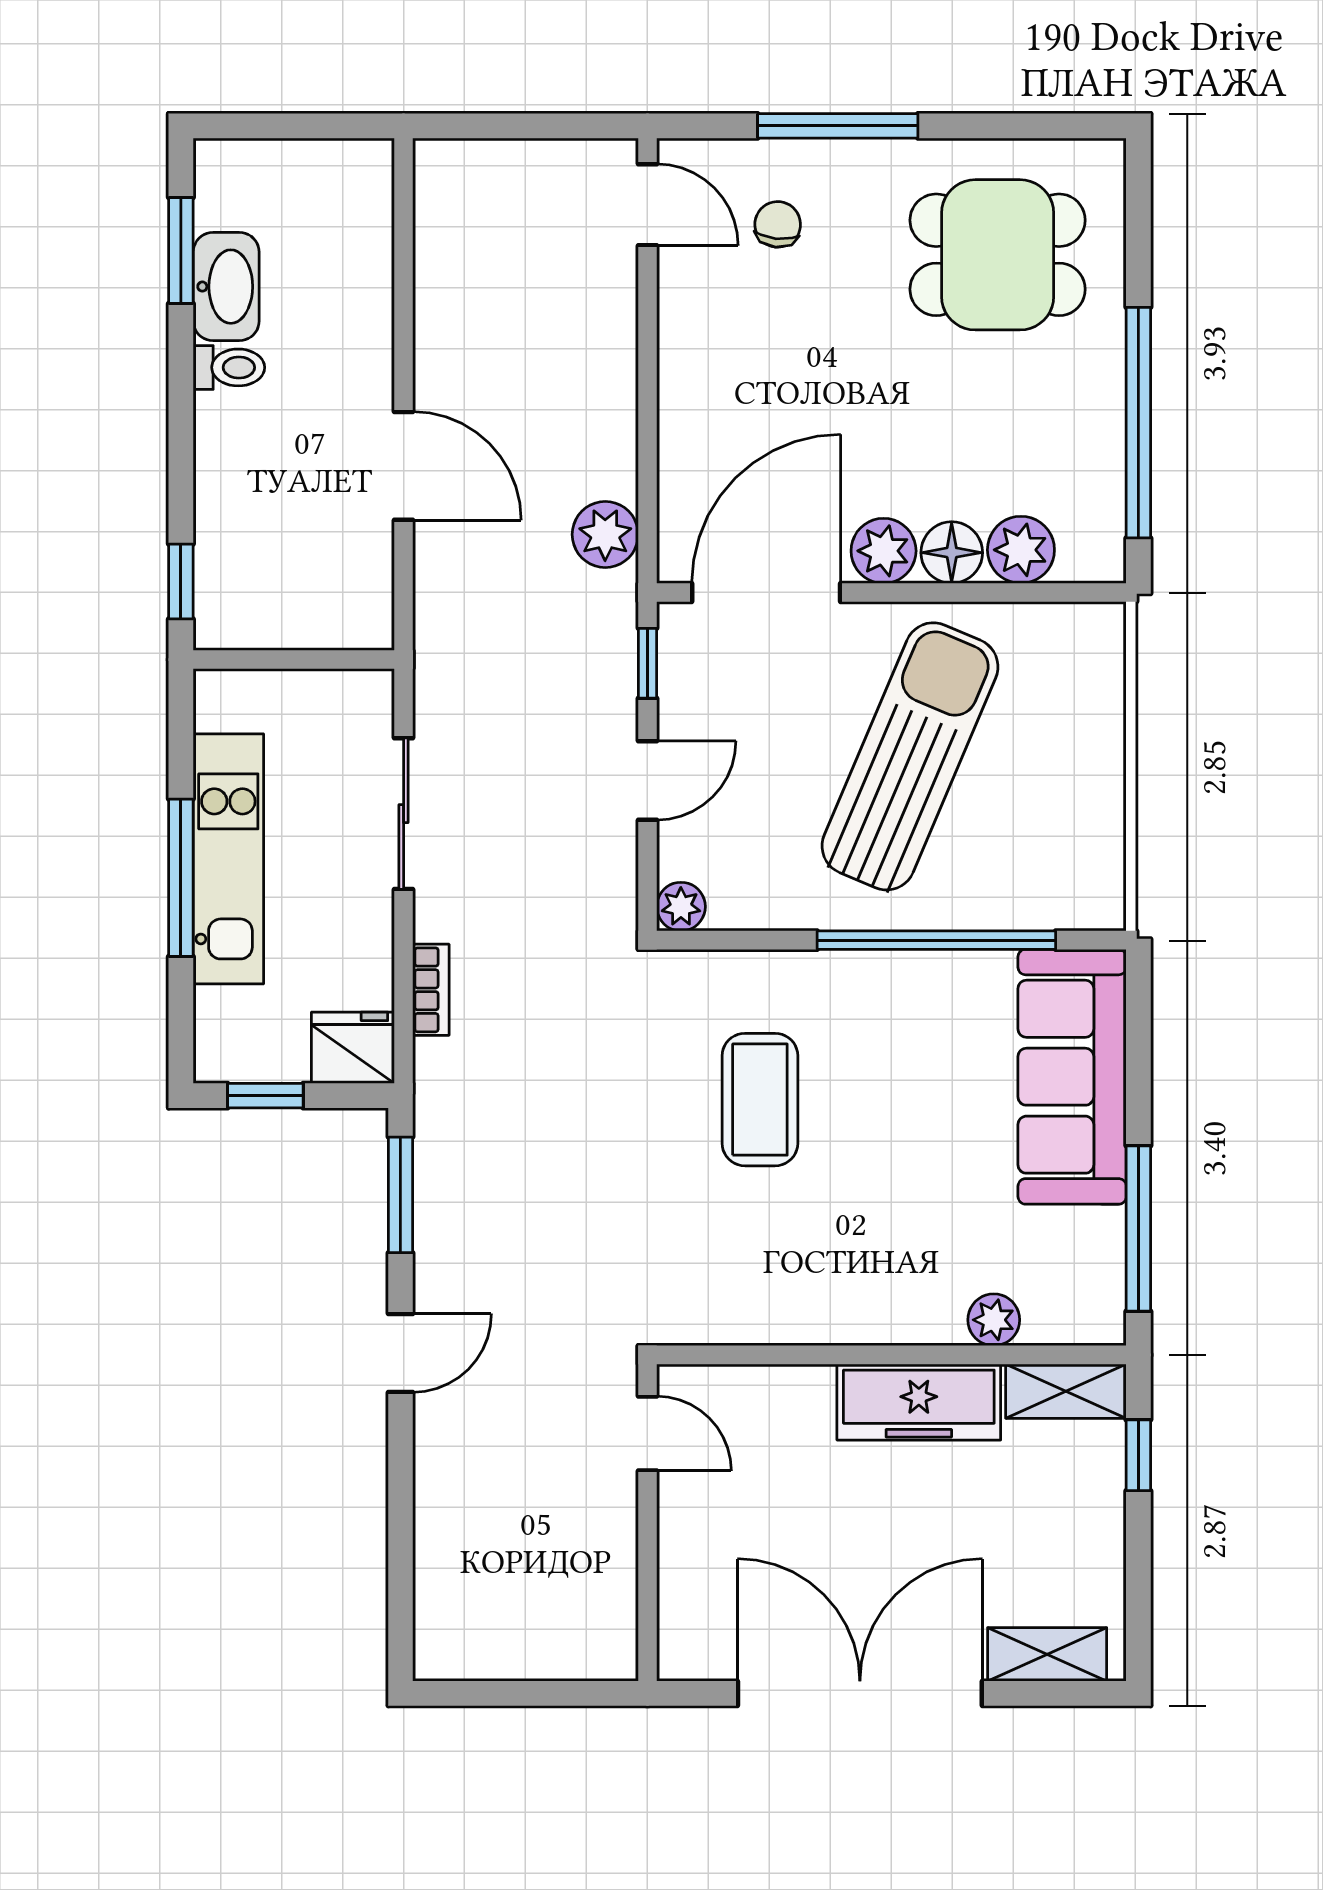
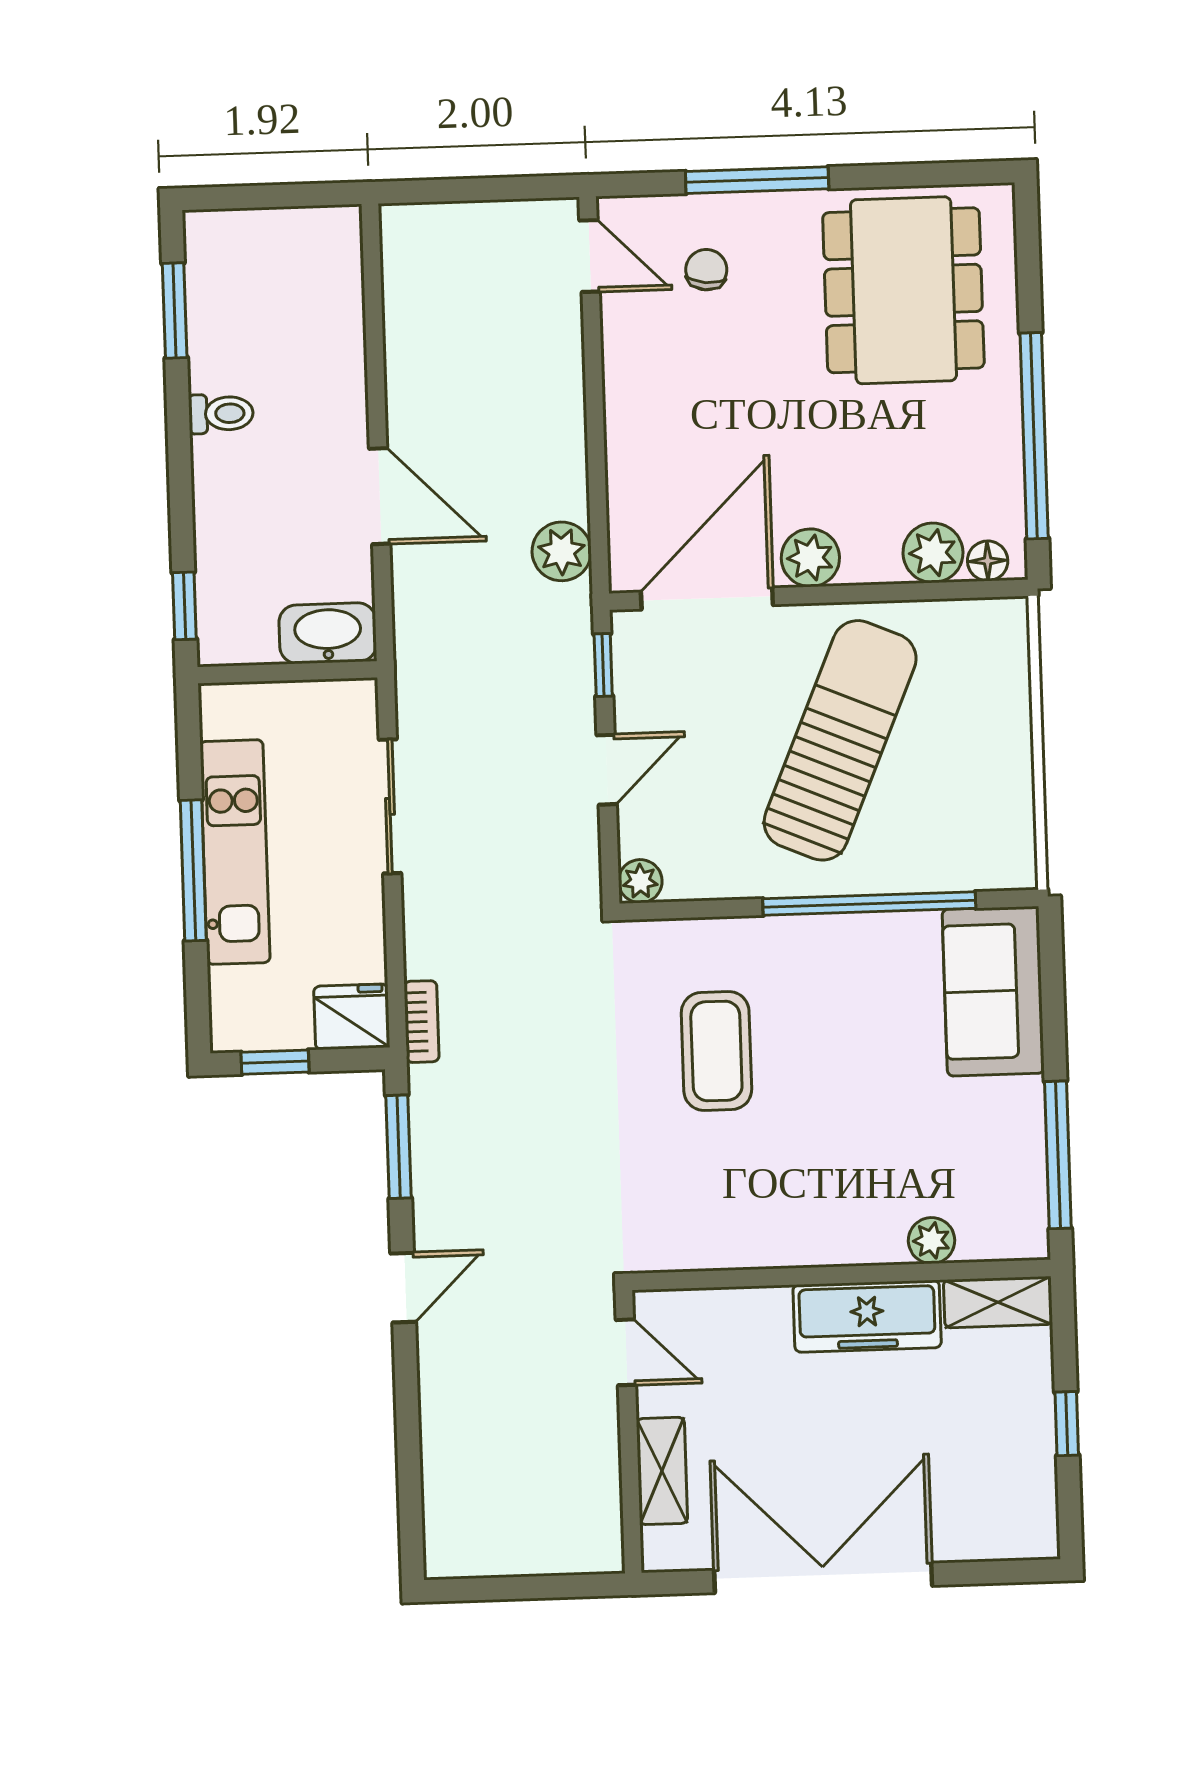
dining table: (998, 255) -> (903, 290), width x1.38
washbasin: (226, 287) -> (328, 633), moved, turned -90
floor lamp: (952, 553) -> (988, 561), moved, width x0.73, depth x0.73
bookcase: (431, 990) -> (422, 1022), moved
sofa: (1072, 1077) -> (993, 991), width x0.73
window: (1138, 1455) -> (1067, 1424), moved
shelving: (1047, 1654) -> (662, 1471), moved, turned 90

